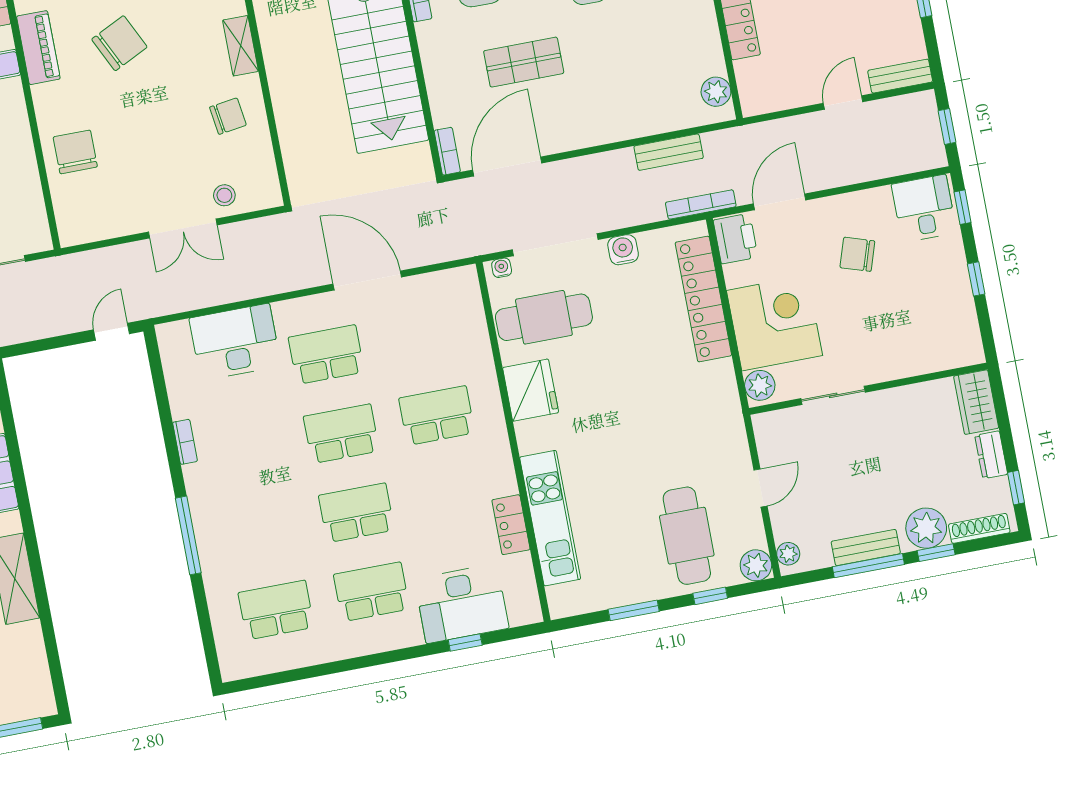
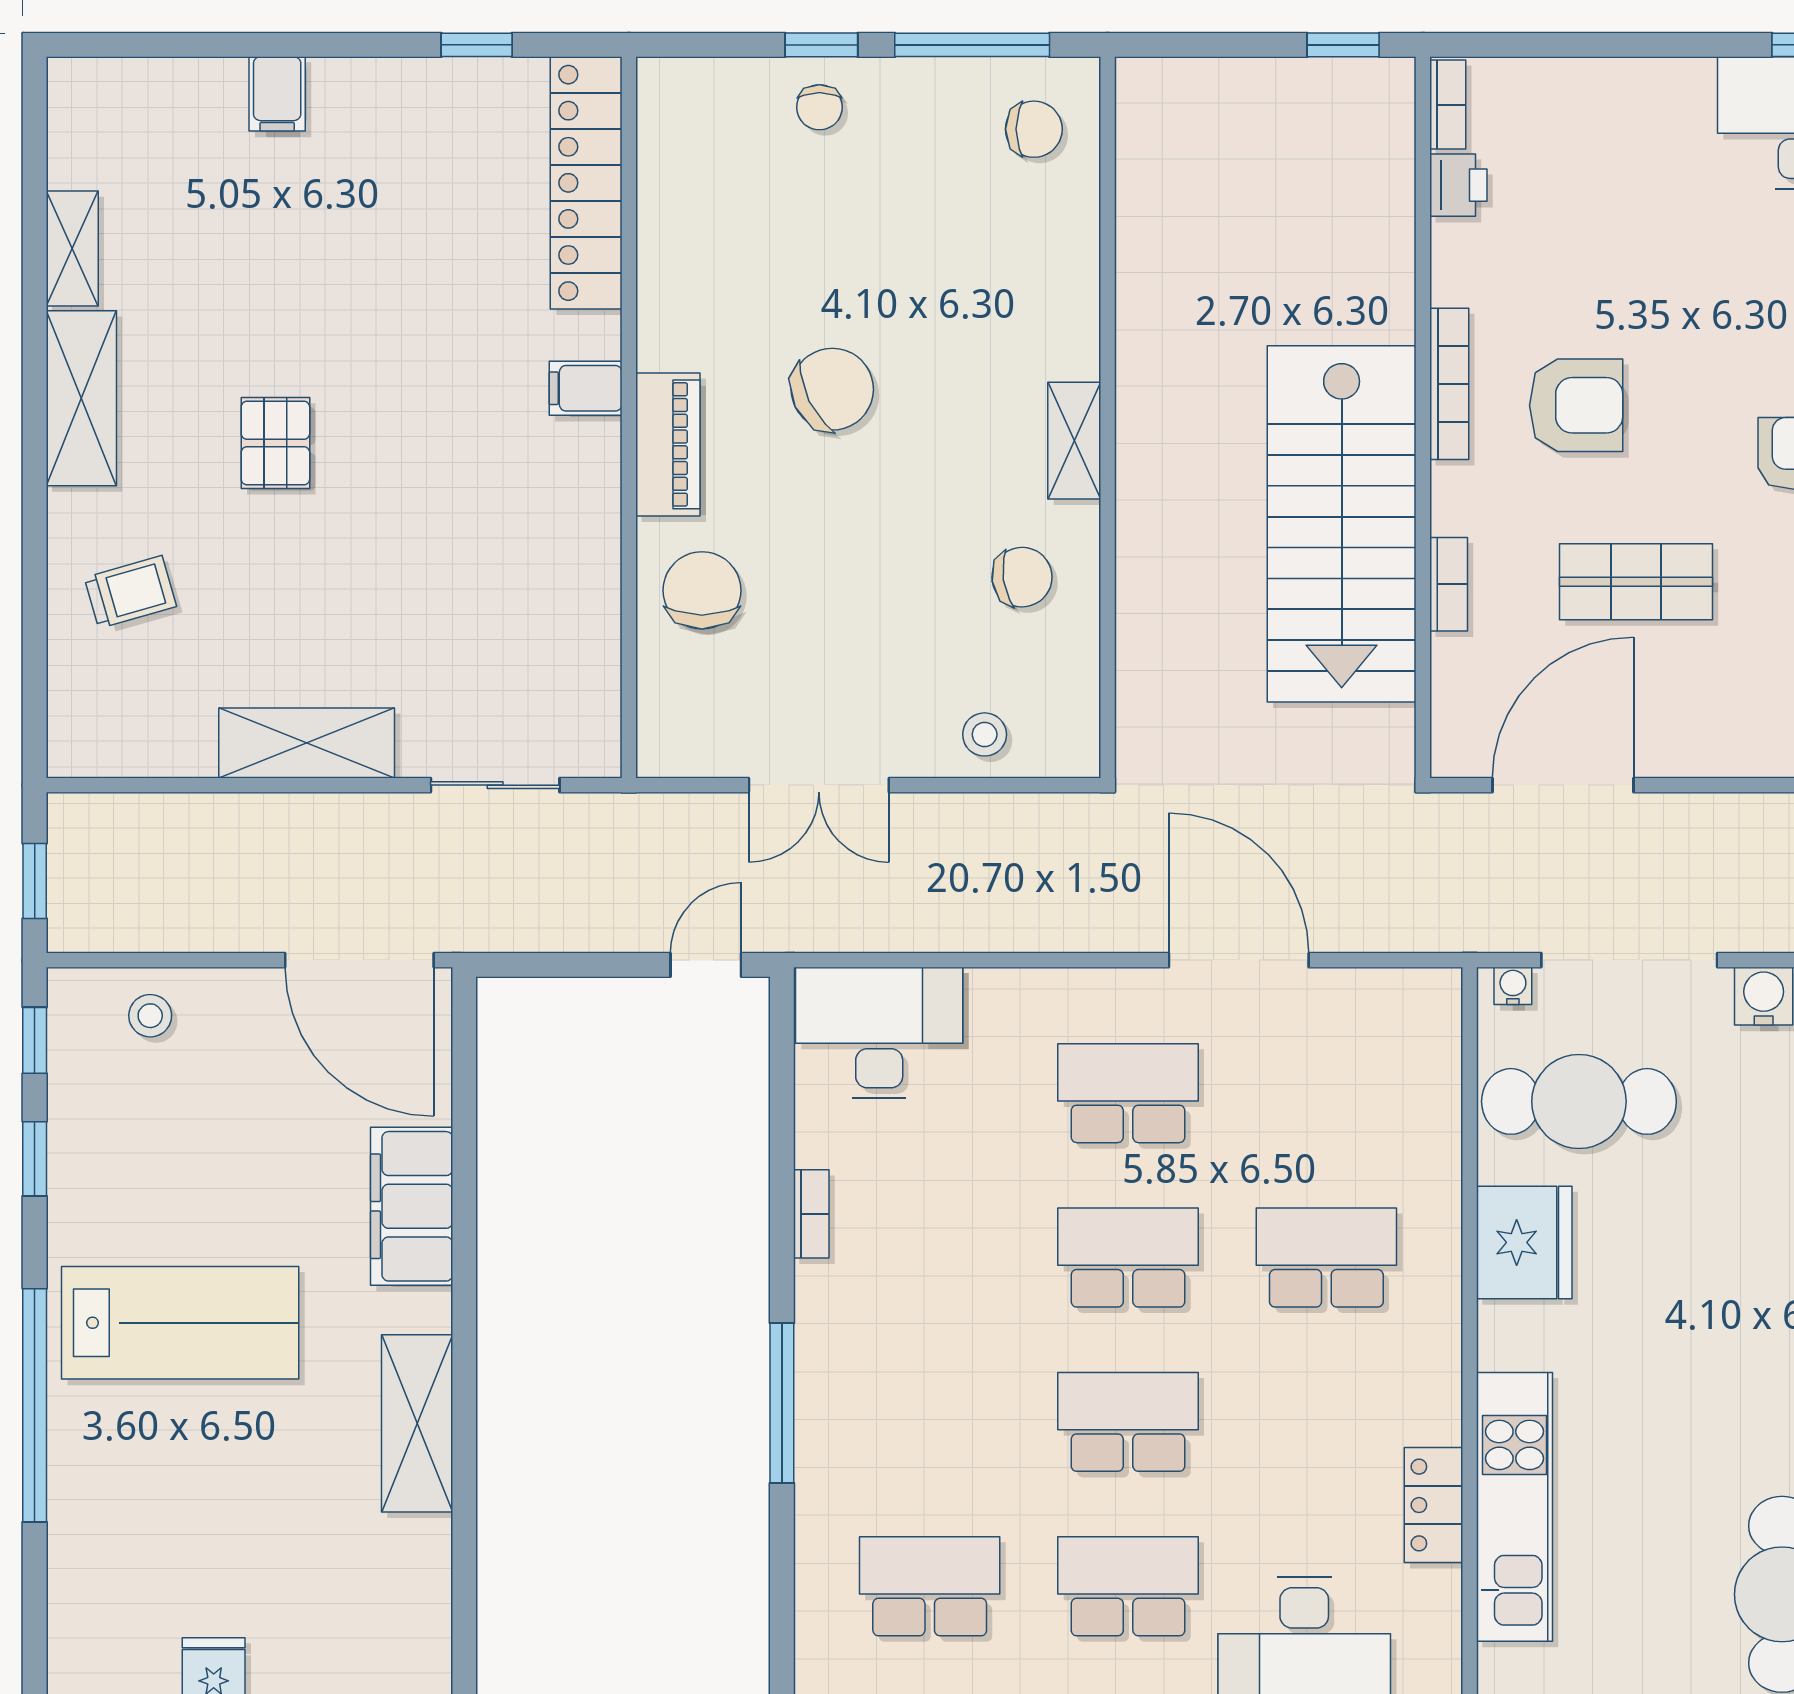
piano: (38, 48) -> (668, 444), moved
bookcase: (447, 151) -> (1449, 584), moved
double door: (183, 228) -> (819, 785), moved
desk: (235, 342) -> (879, 1033), moved

